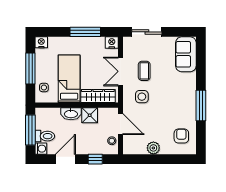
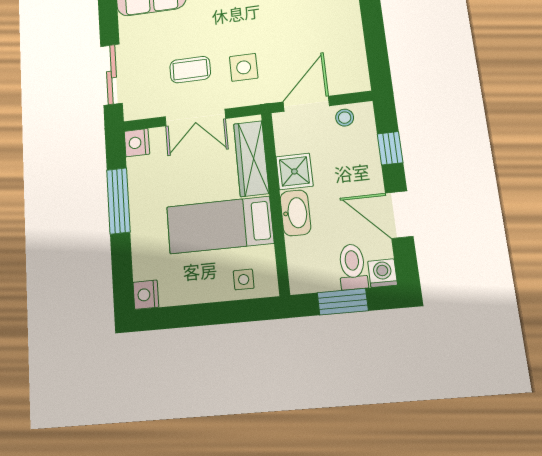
window: (30, 68) -> (204, 314), removed
window: (30, 130) -> (343, 302), width x0.69
plant: (153, 148) -> (349, 30), removed

